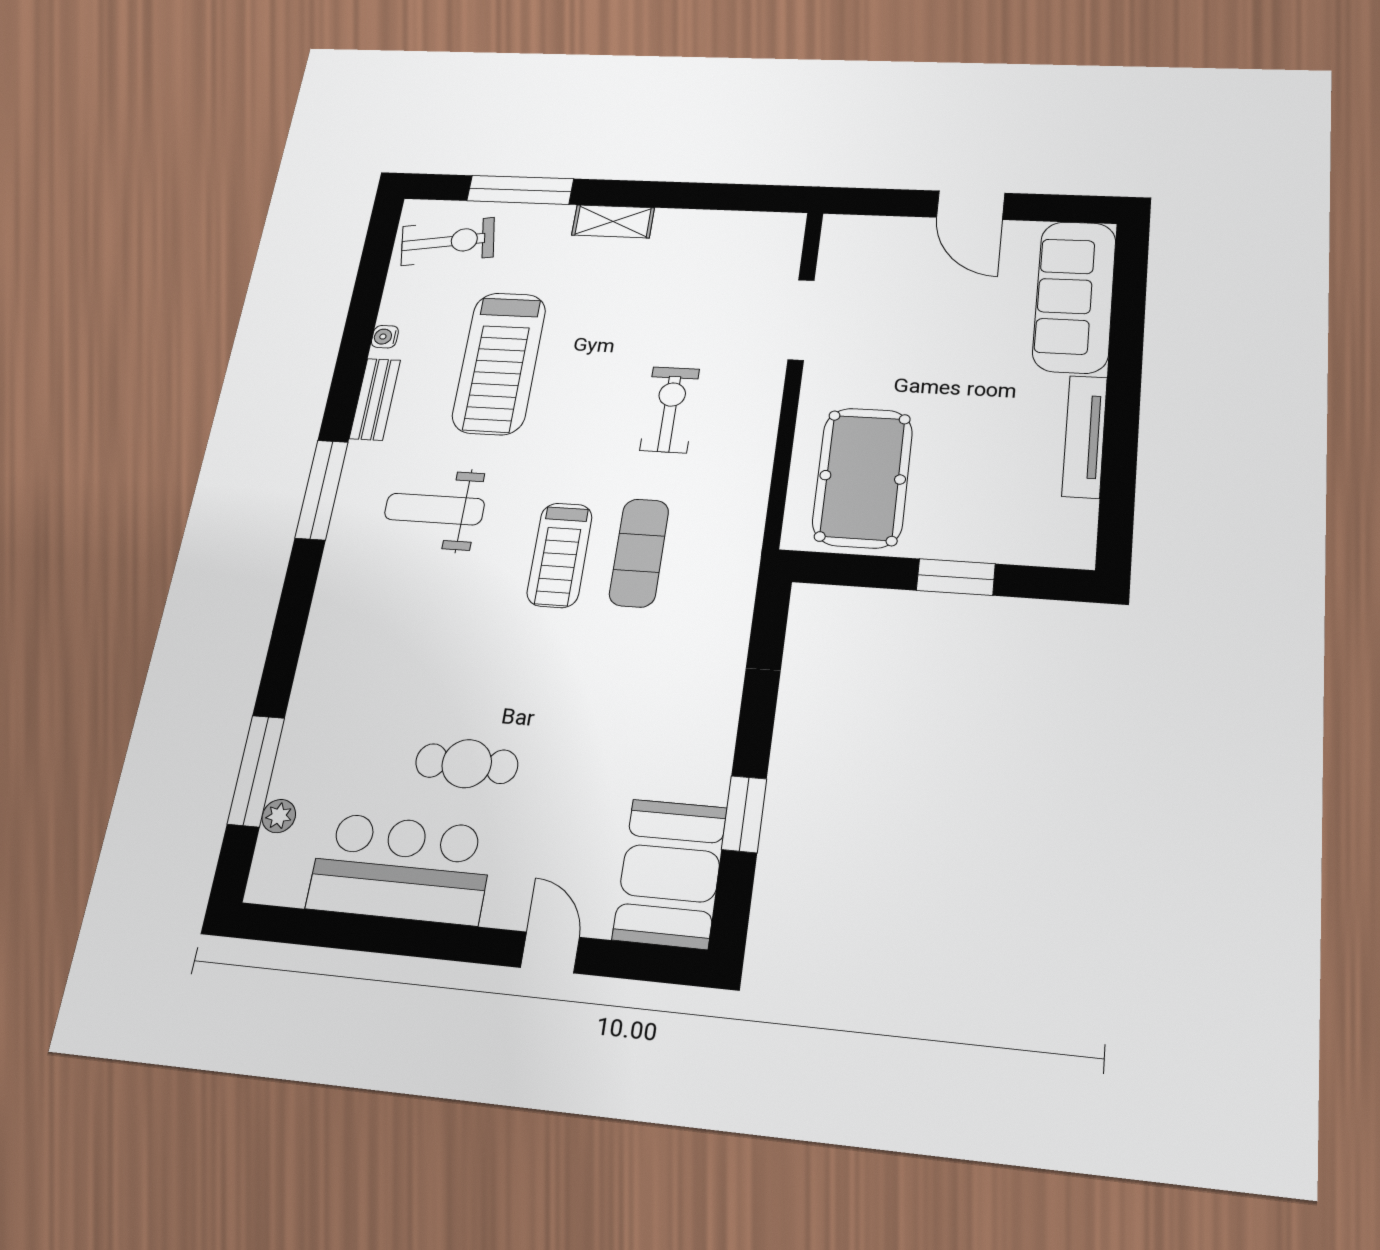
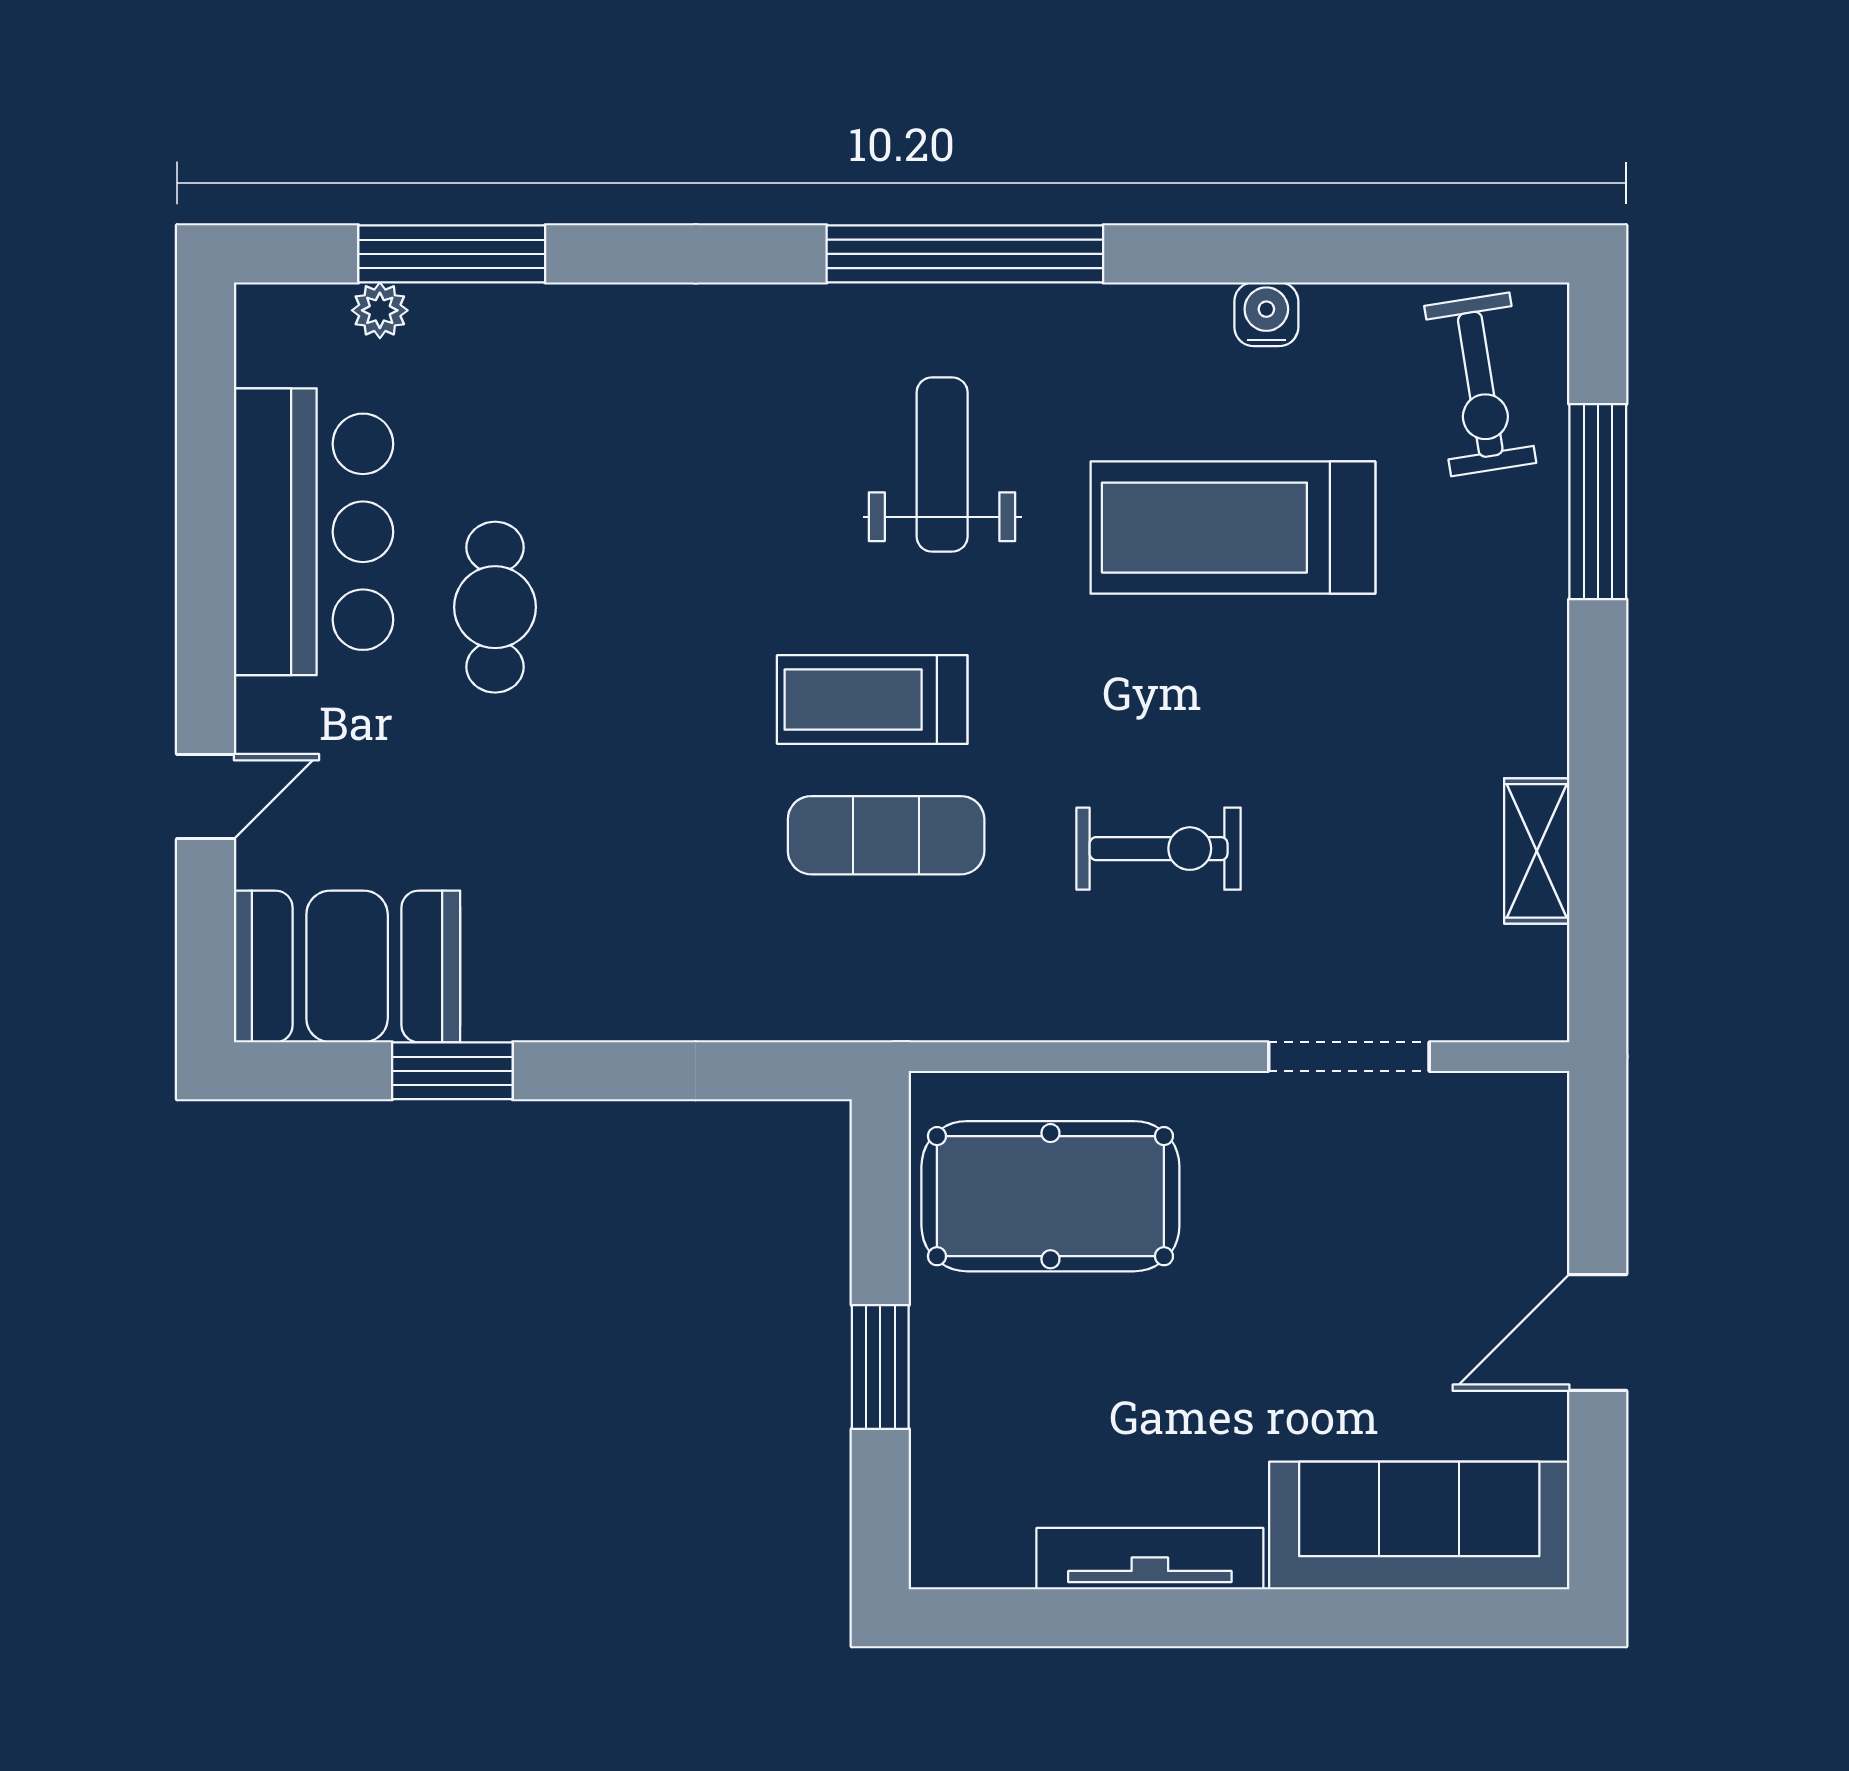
shelving: (613, 221) -> (1537, 851), moved
water cooler: (385, 337) -> (1266, 314), width x1.38, depth x1.38
bench: (375, 399) -> (1148, 313), removed
window: (322, 490) -> (965, 254), width x1.46

